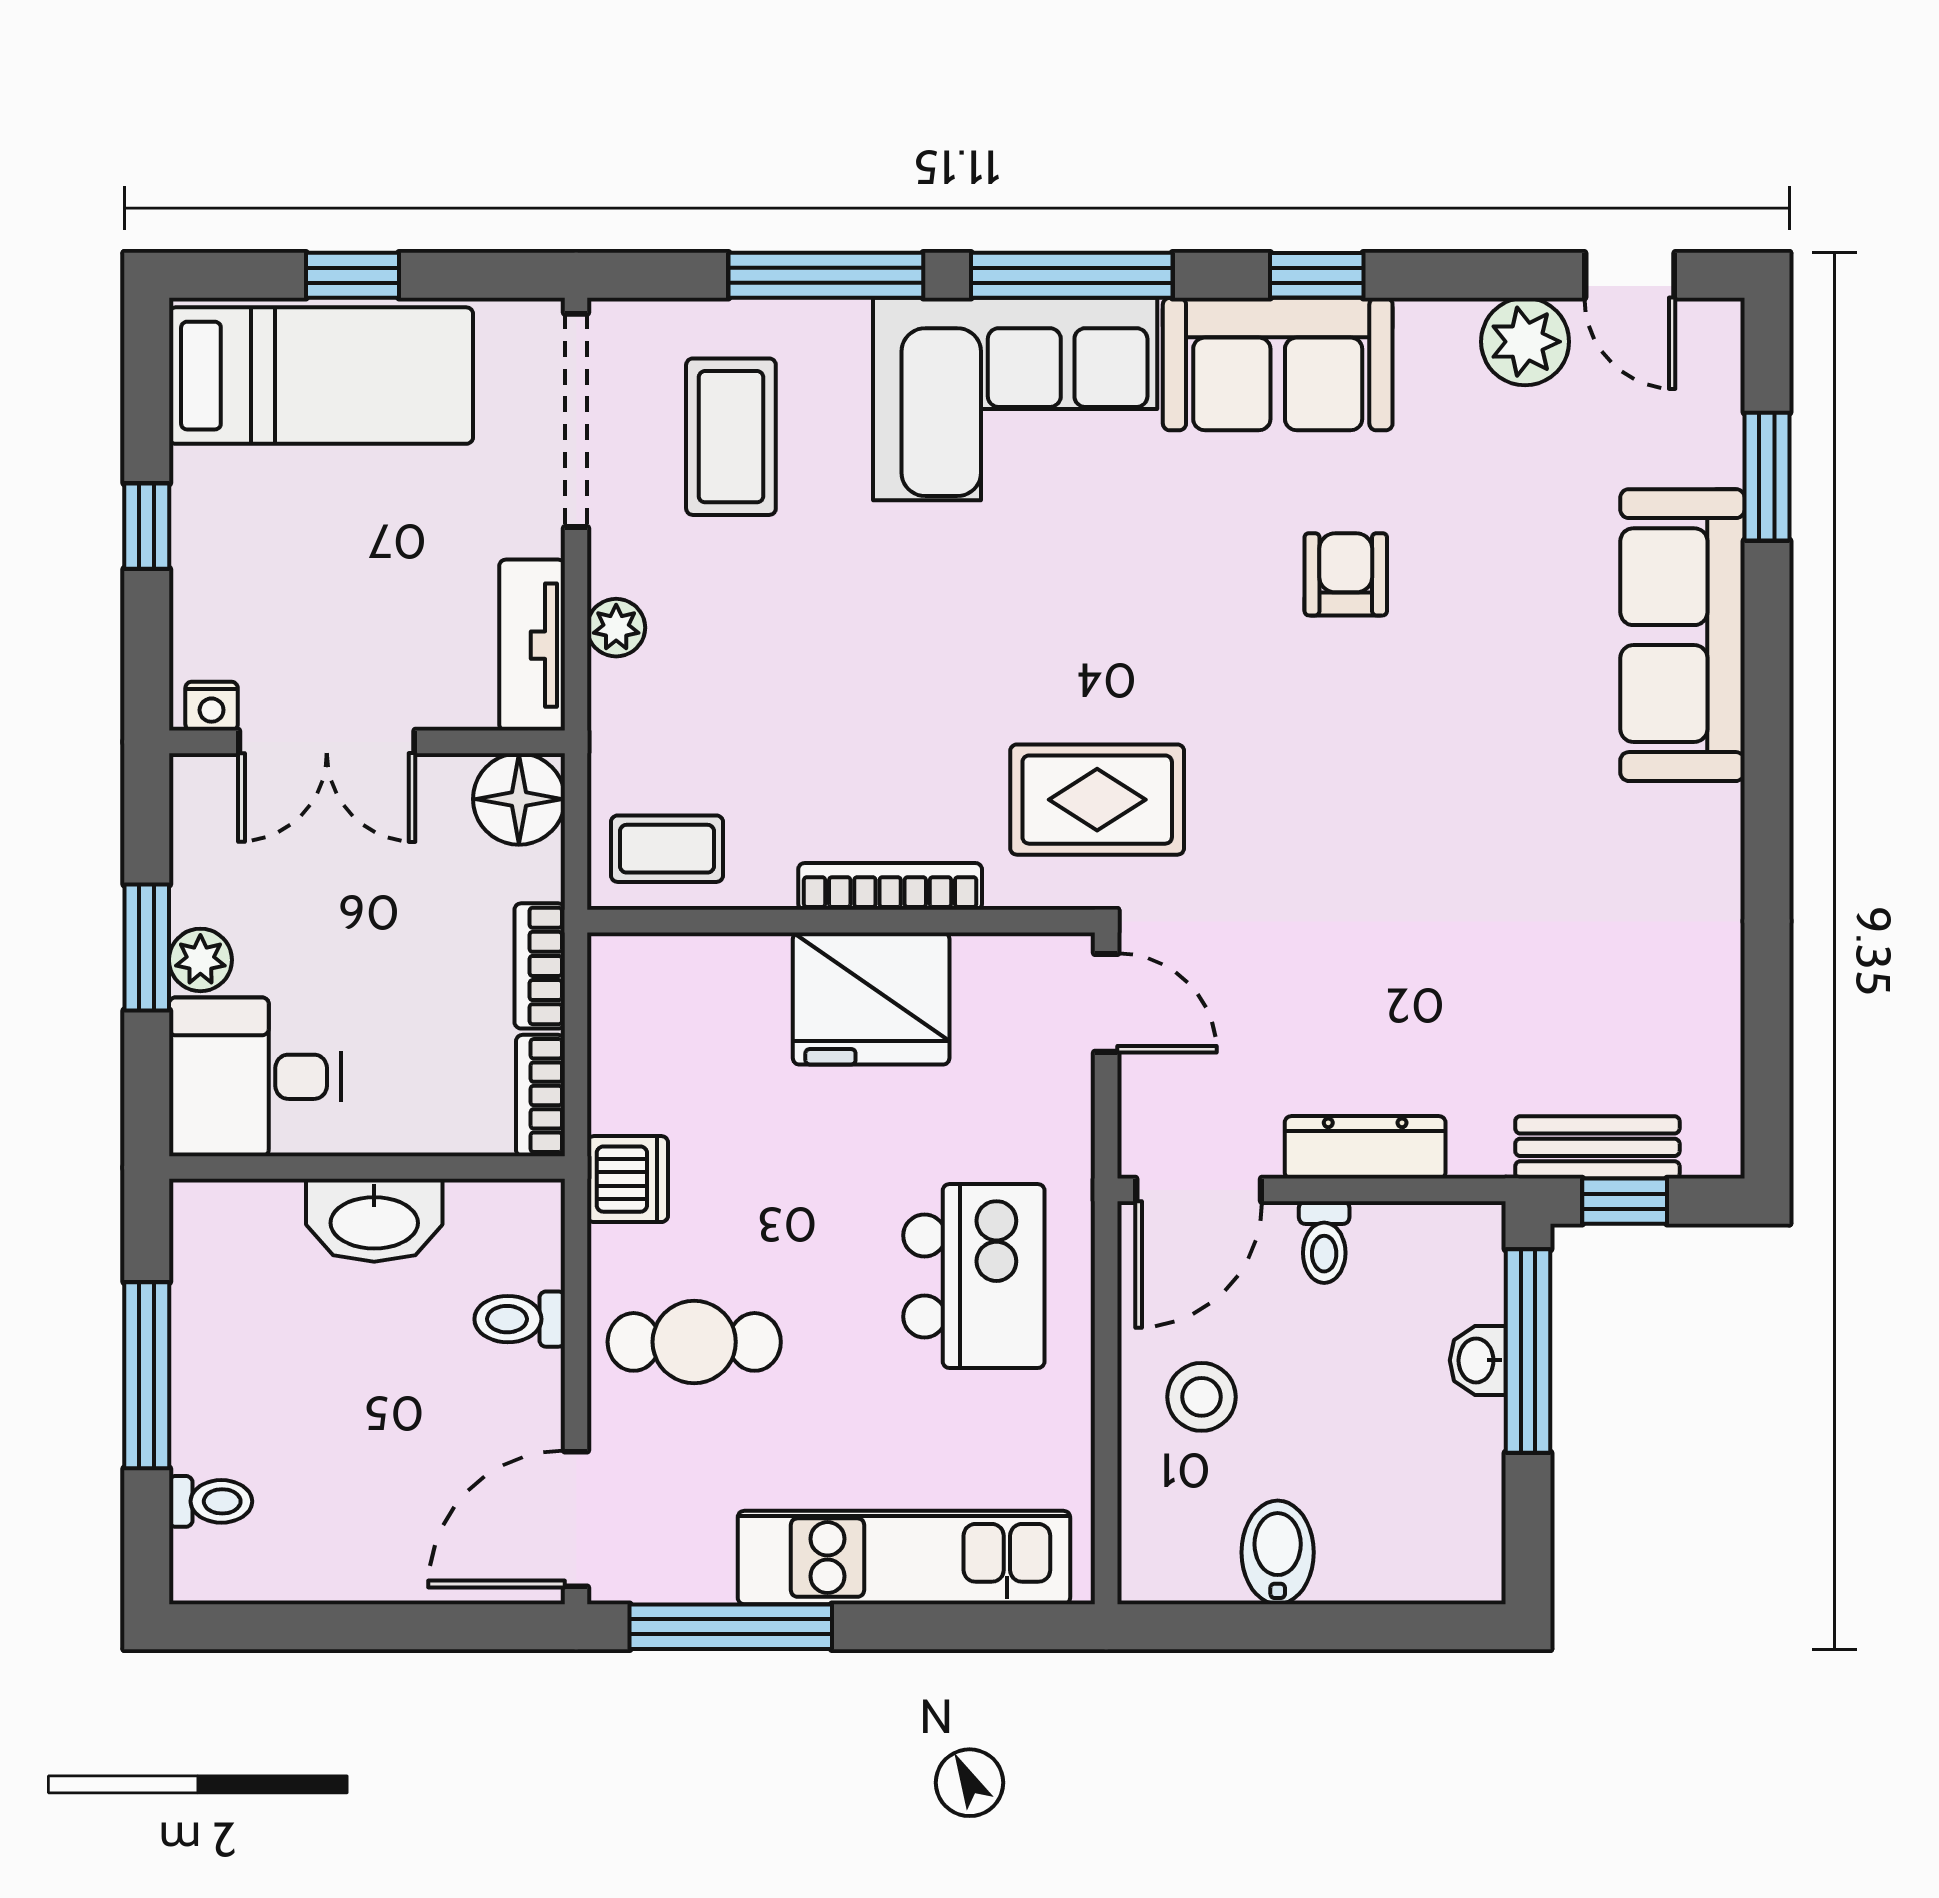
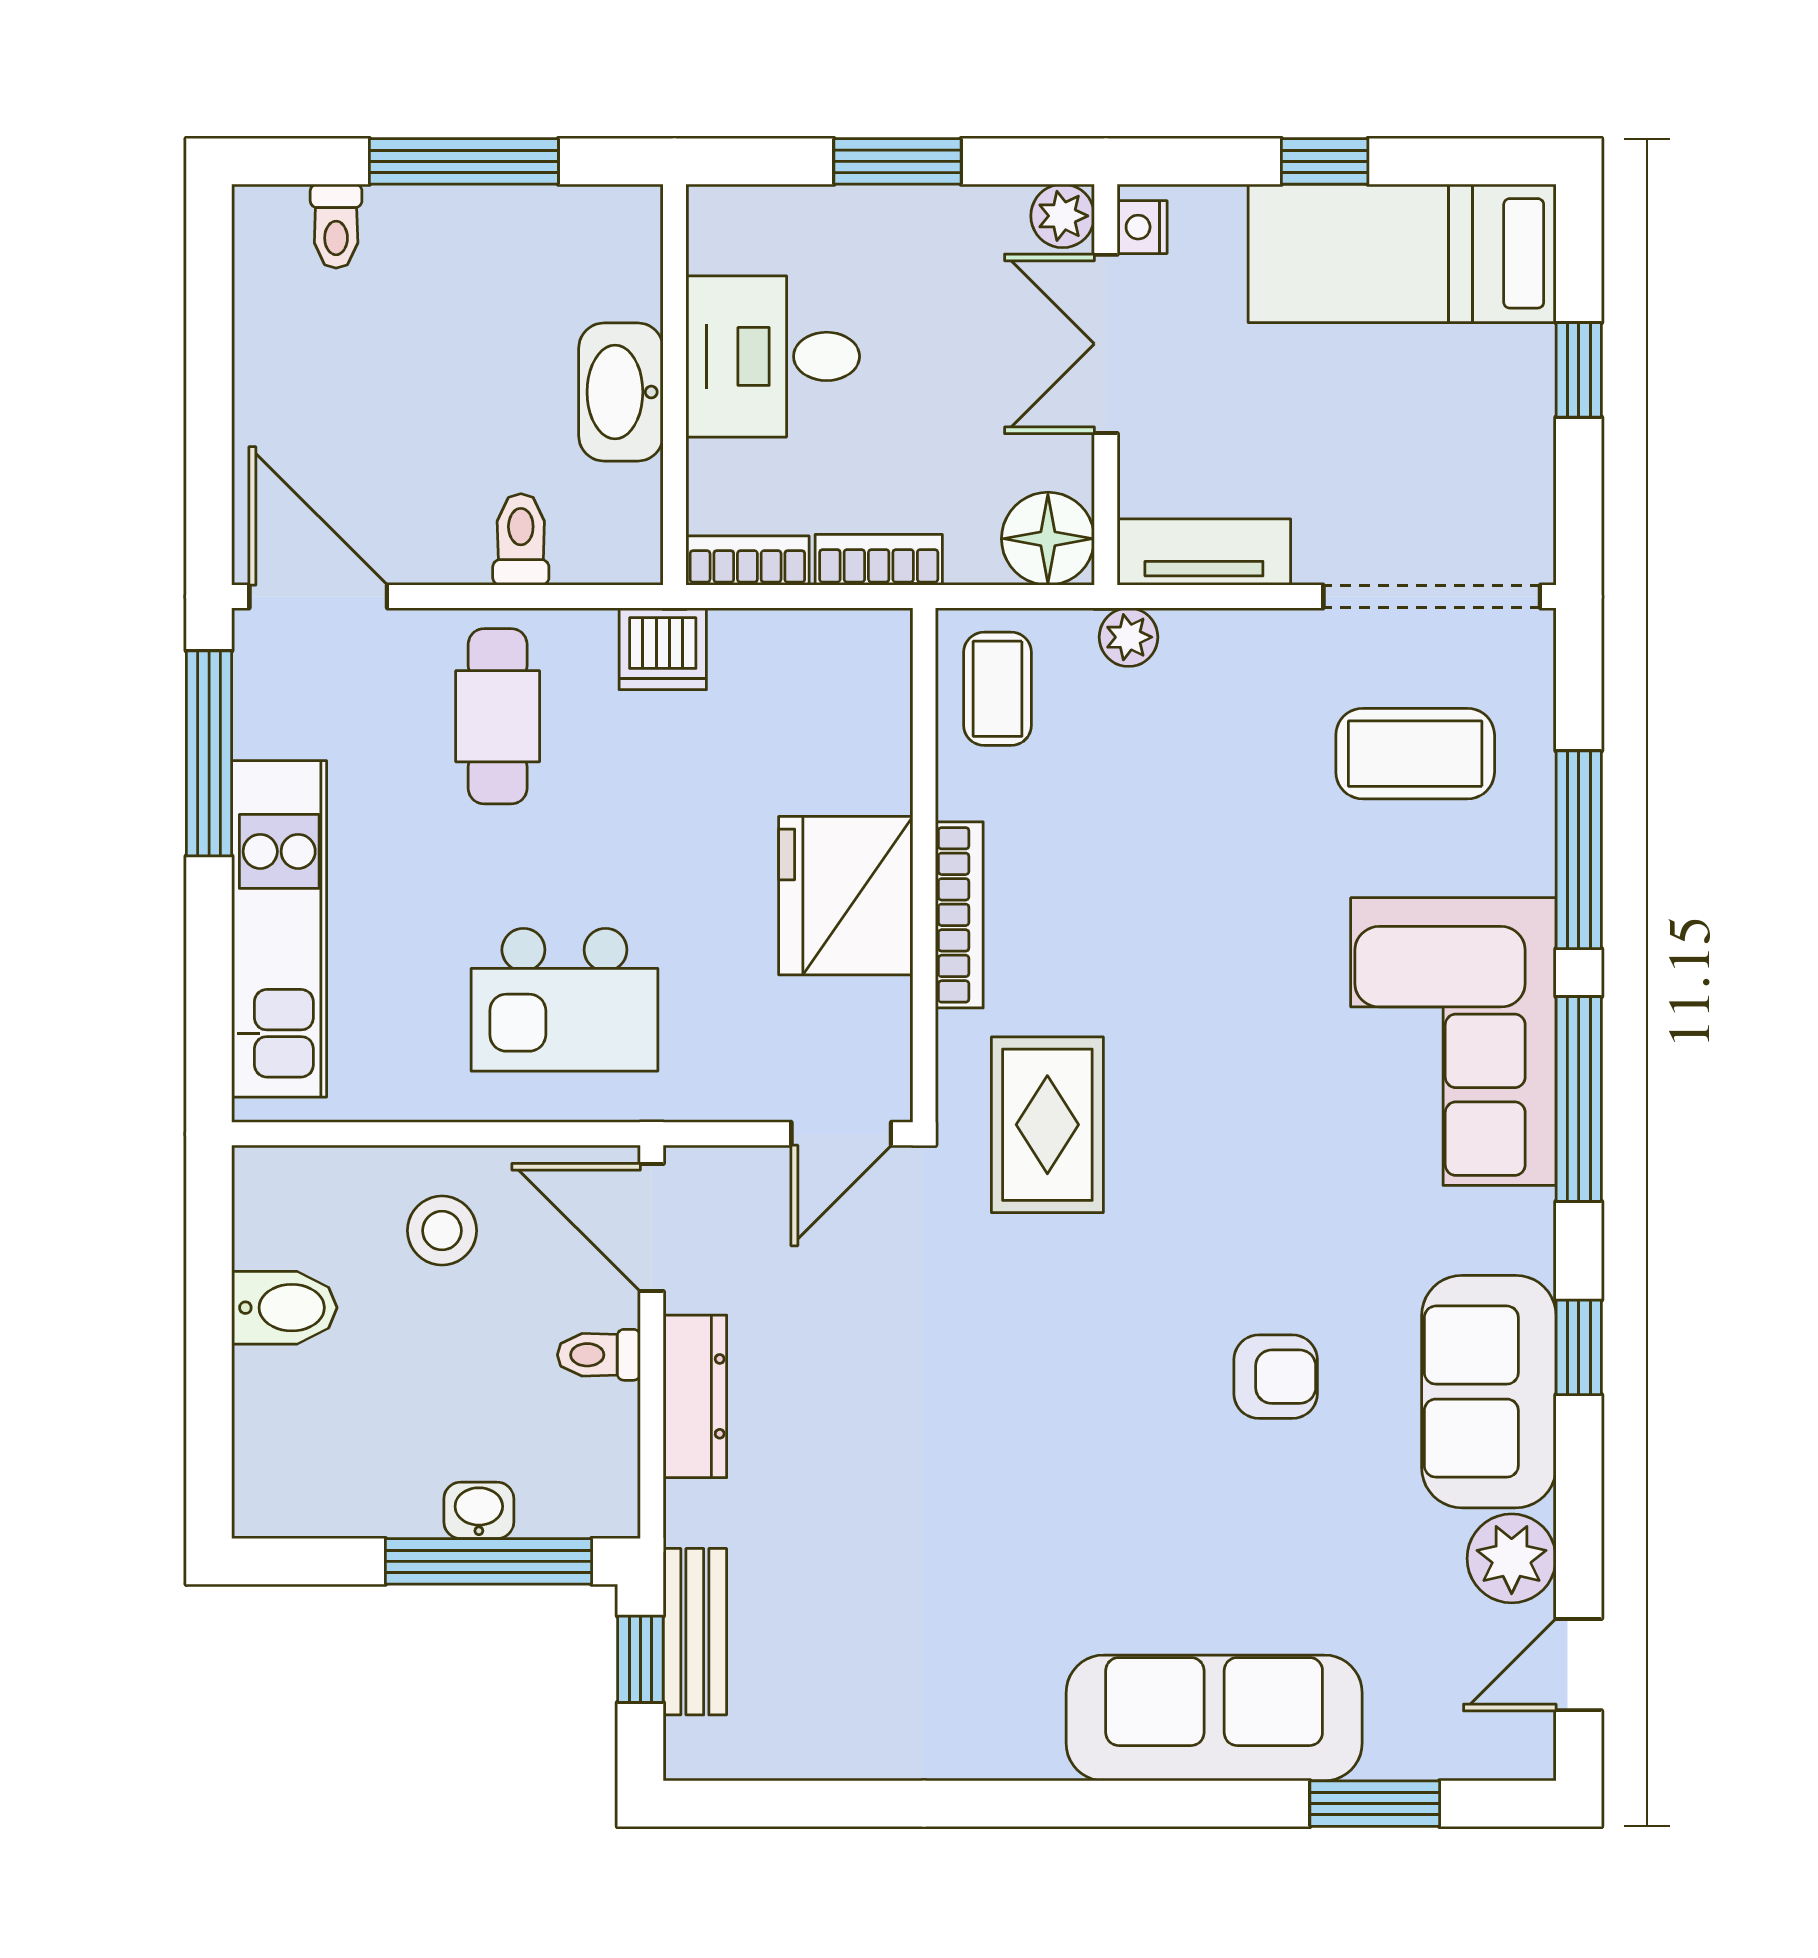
sofa: (1278, 364) -> (1489, 1392), moved
bed: (321, 376) -> (1402, 253), moved, turned 90
plant: (616, 628) -> (1129, 637), moved
plant: (200, 960) -> (1063, 216), moved
desk: (255, 1077) -> (773, 356), moved, turned -90

